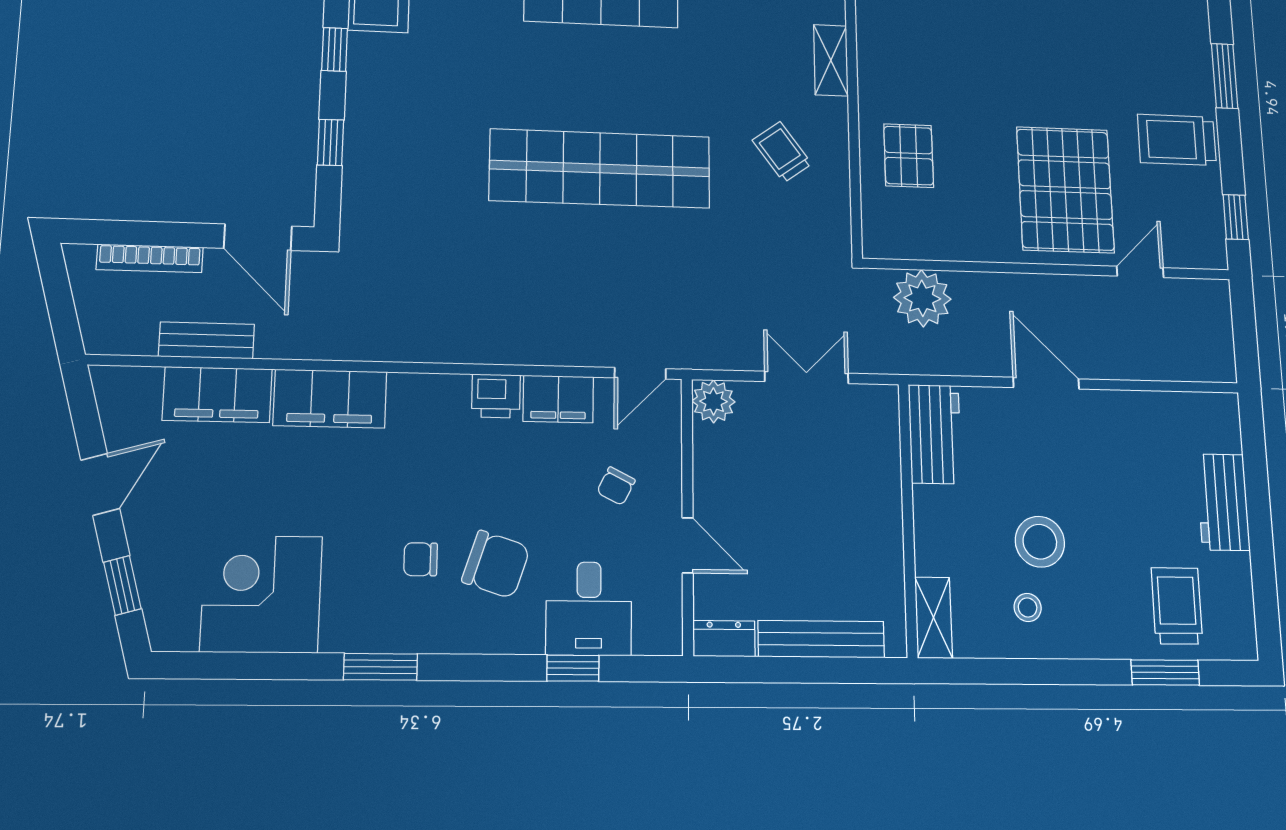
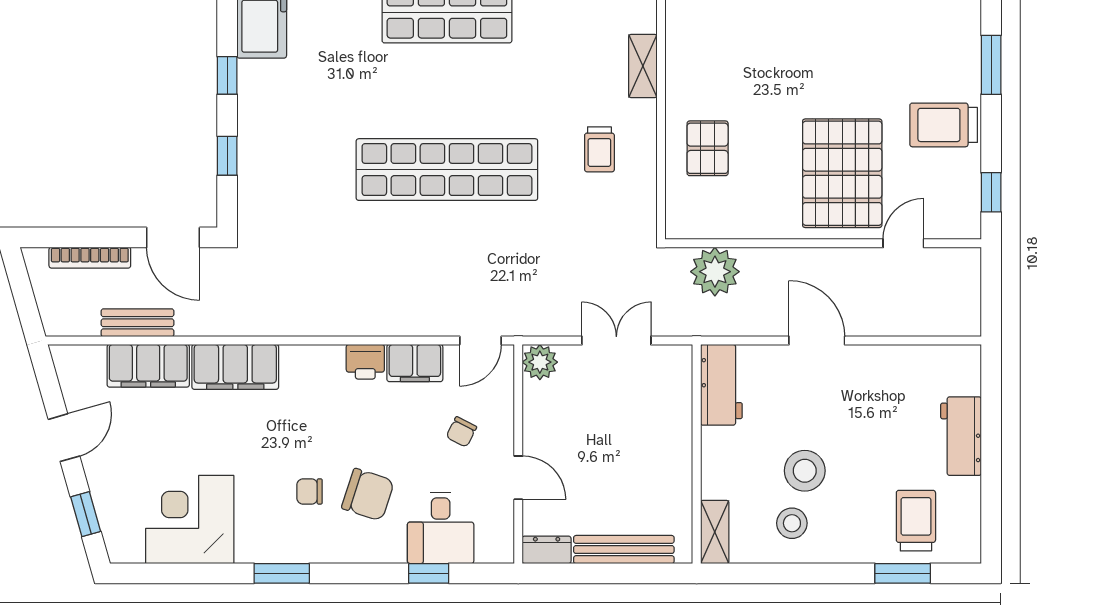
trolley: (782, 152) -> (599, 149), turned -144
stool: (1028, 607) -> (792, 523), width x1.37, depth x1.37

